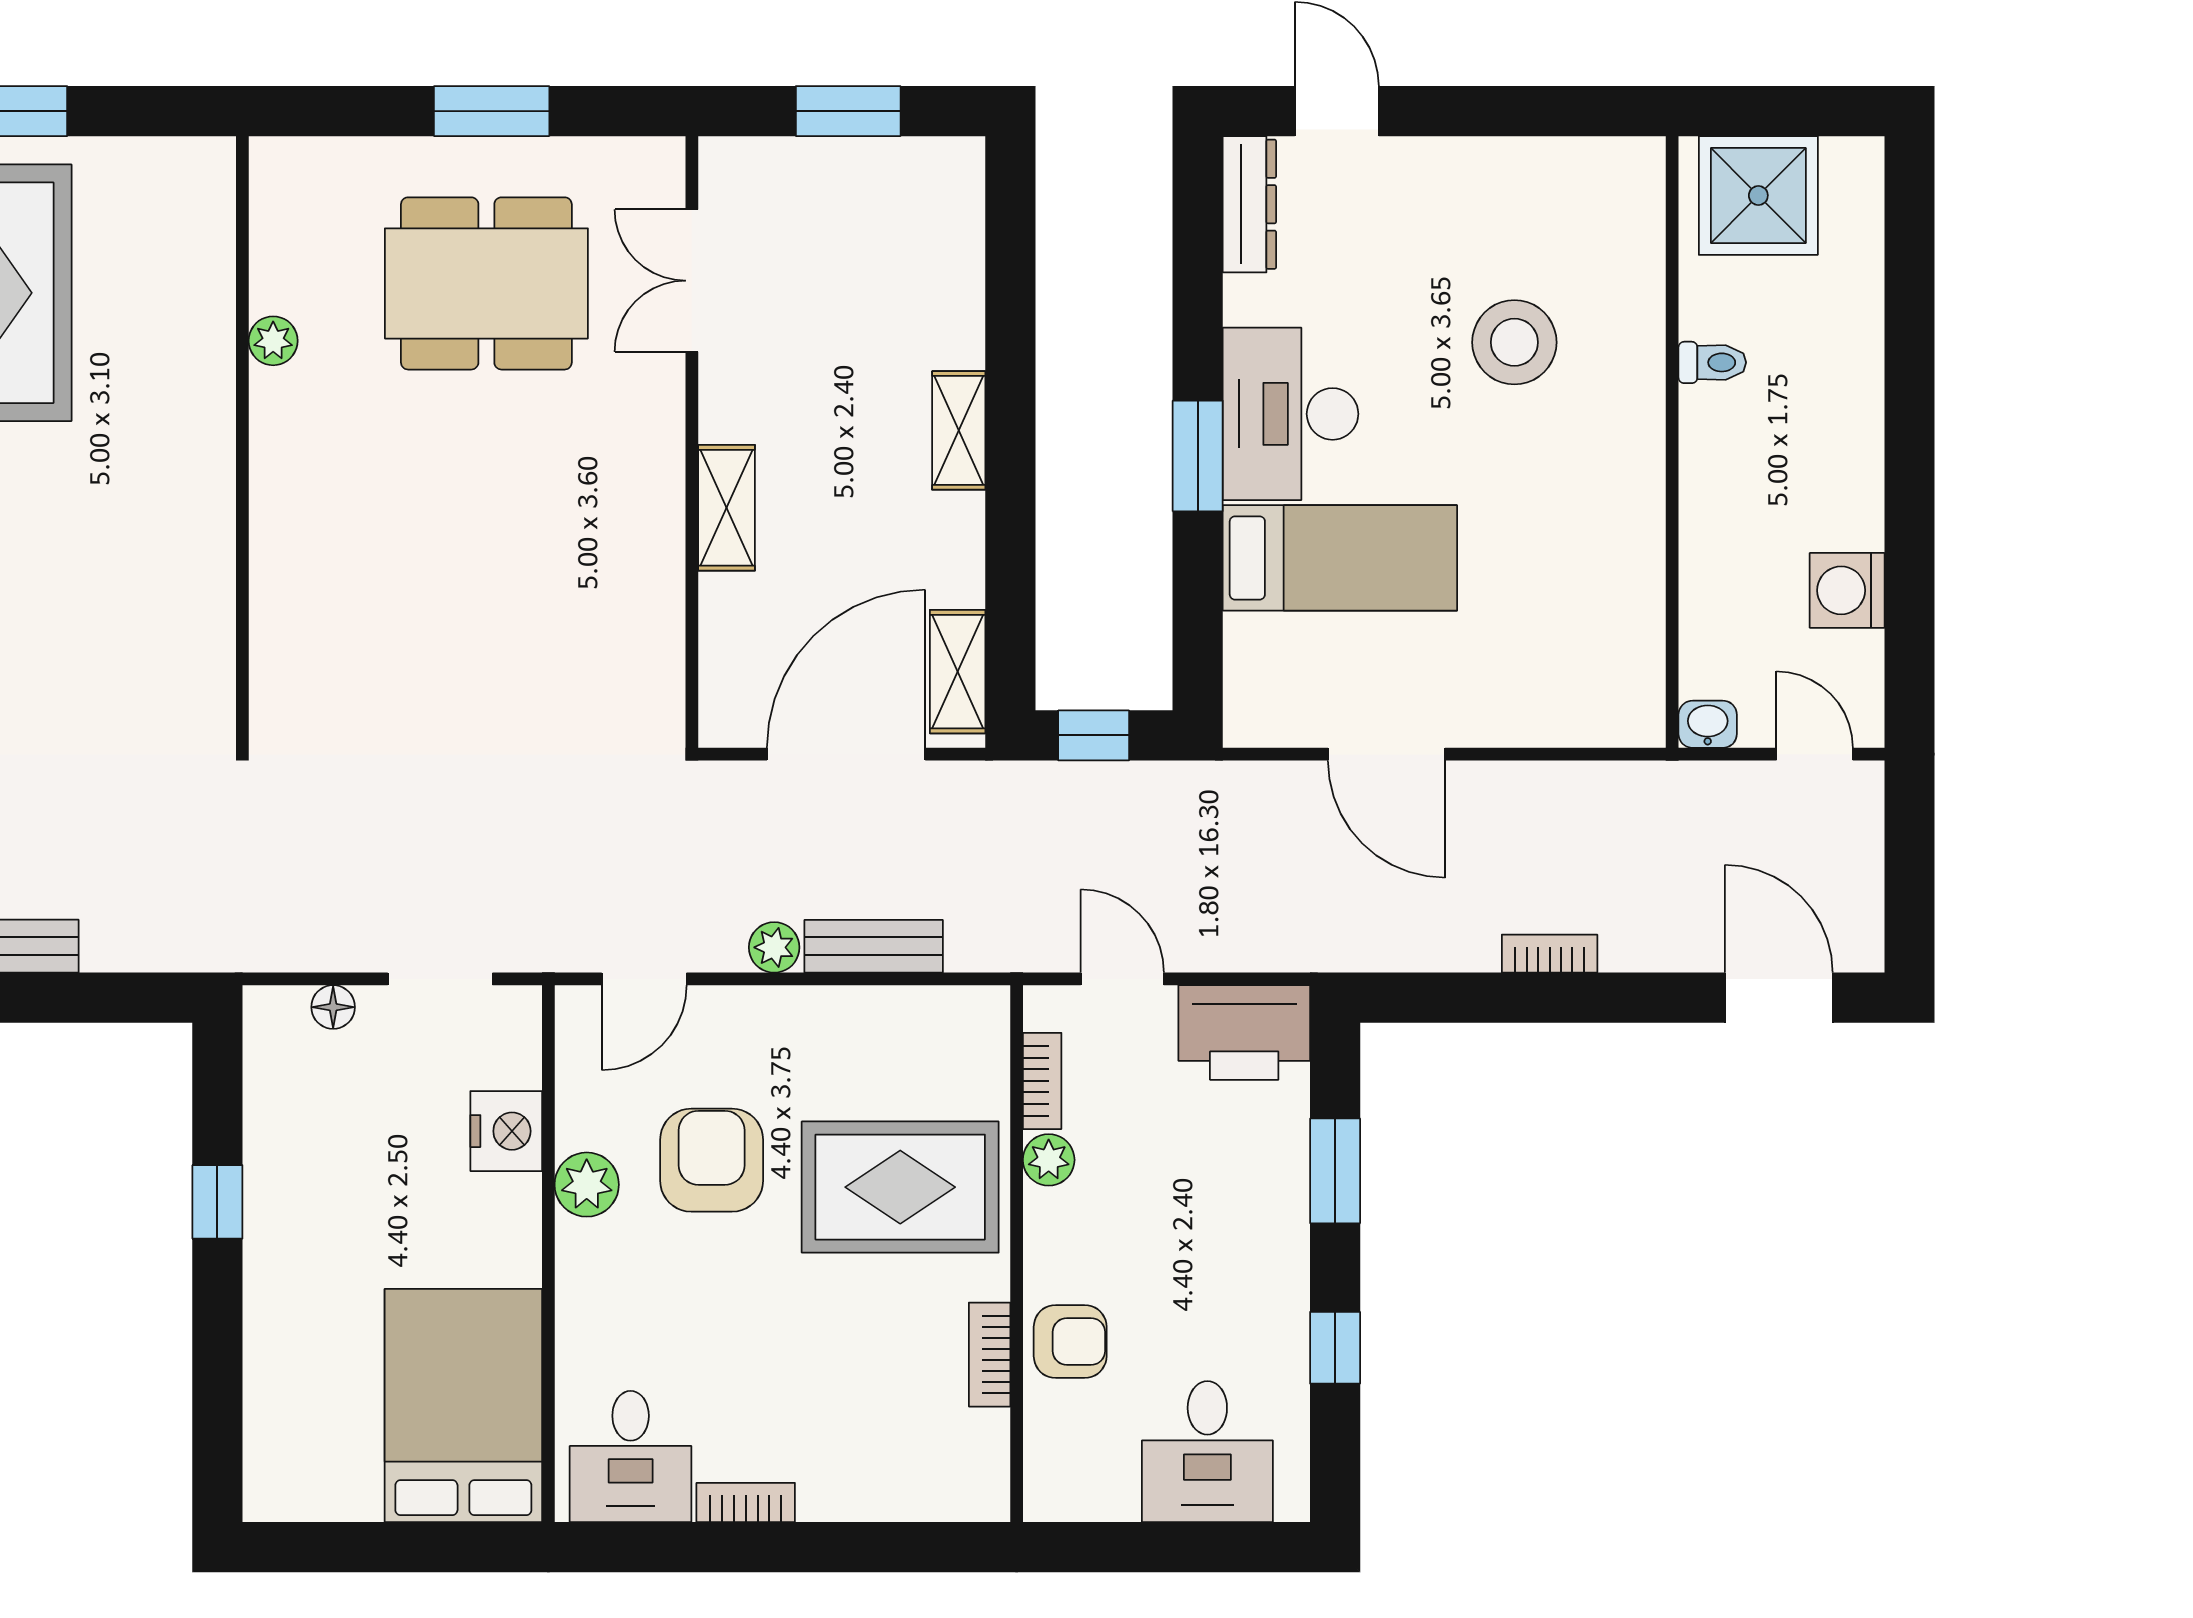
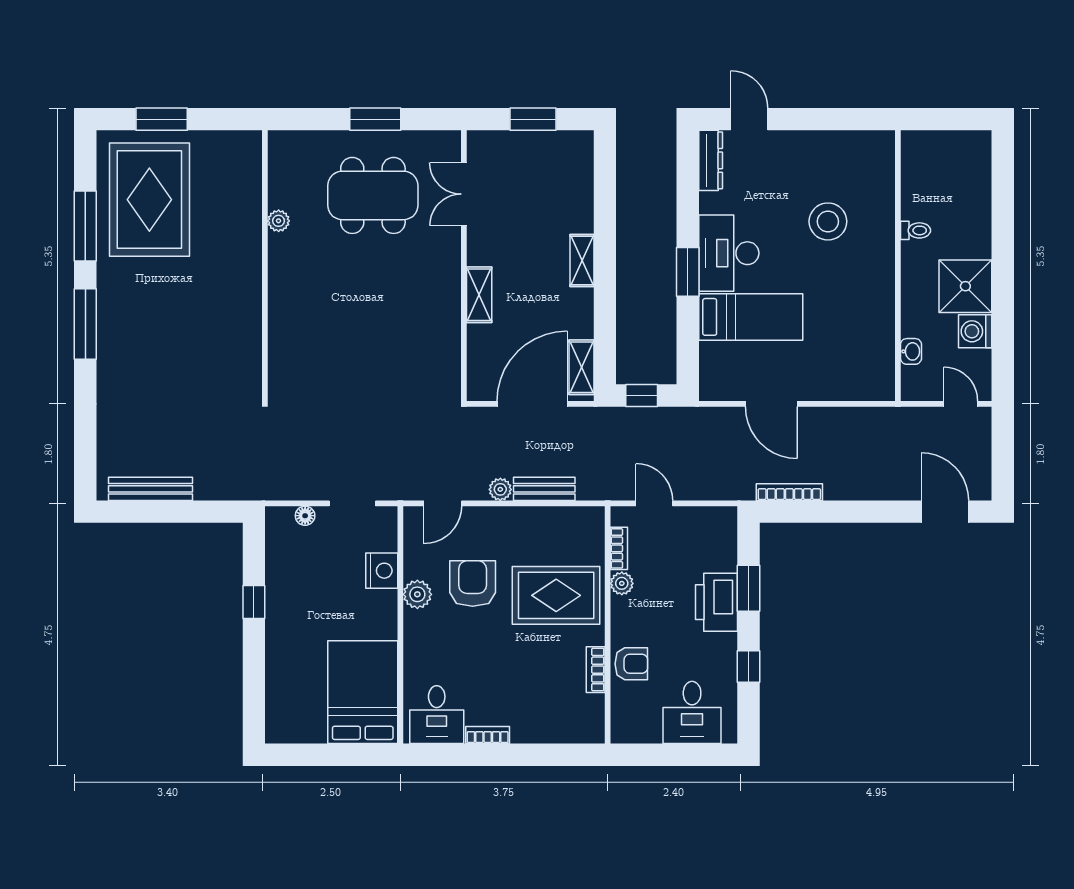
shower: (1758, 195) -> (965, 286), moved
washbasin: (1708, 724) -> (911, 351), moved, turned 90
bookcase: (1550, 954) -> (789, 492), moved, width x1.56
printer: (1244, 1032) -> (717, 602), moved, turned 90

